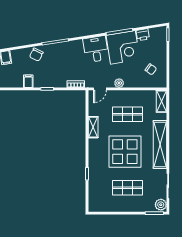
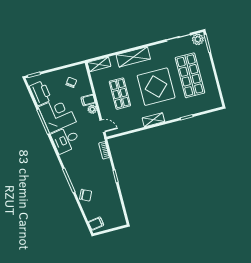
printer: (143, 35) -> (41, 93), width x1.87, depth x1.48
filing cabinet: (28, 81) -> (88, 100), moved
shelving: (93, 127) -> (153, 120), moved
shelving: (160, 144) -> (133, 57), width x0.68
shop shelf: (127, 188) -> (190, 75), width x1.43, depth x1.36

